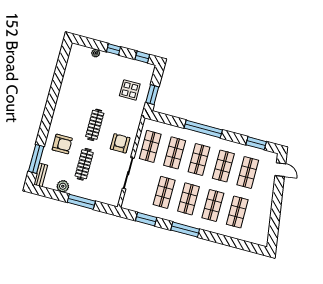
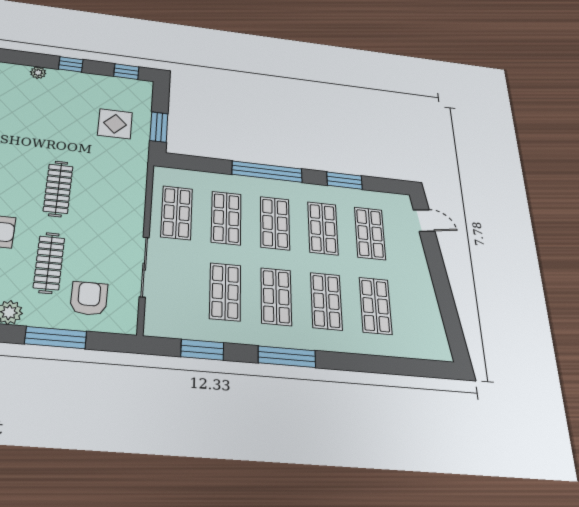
armchair: (120, 143) -> (89, 298), moved
window: (256, 143) -> (344, 181), moved

